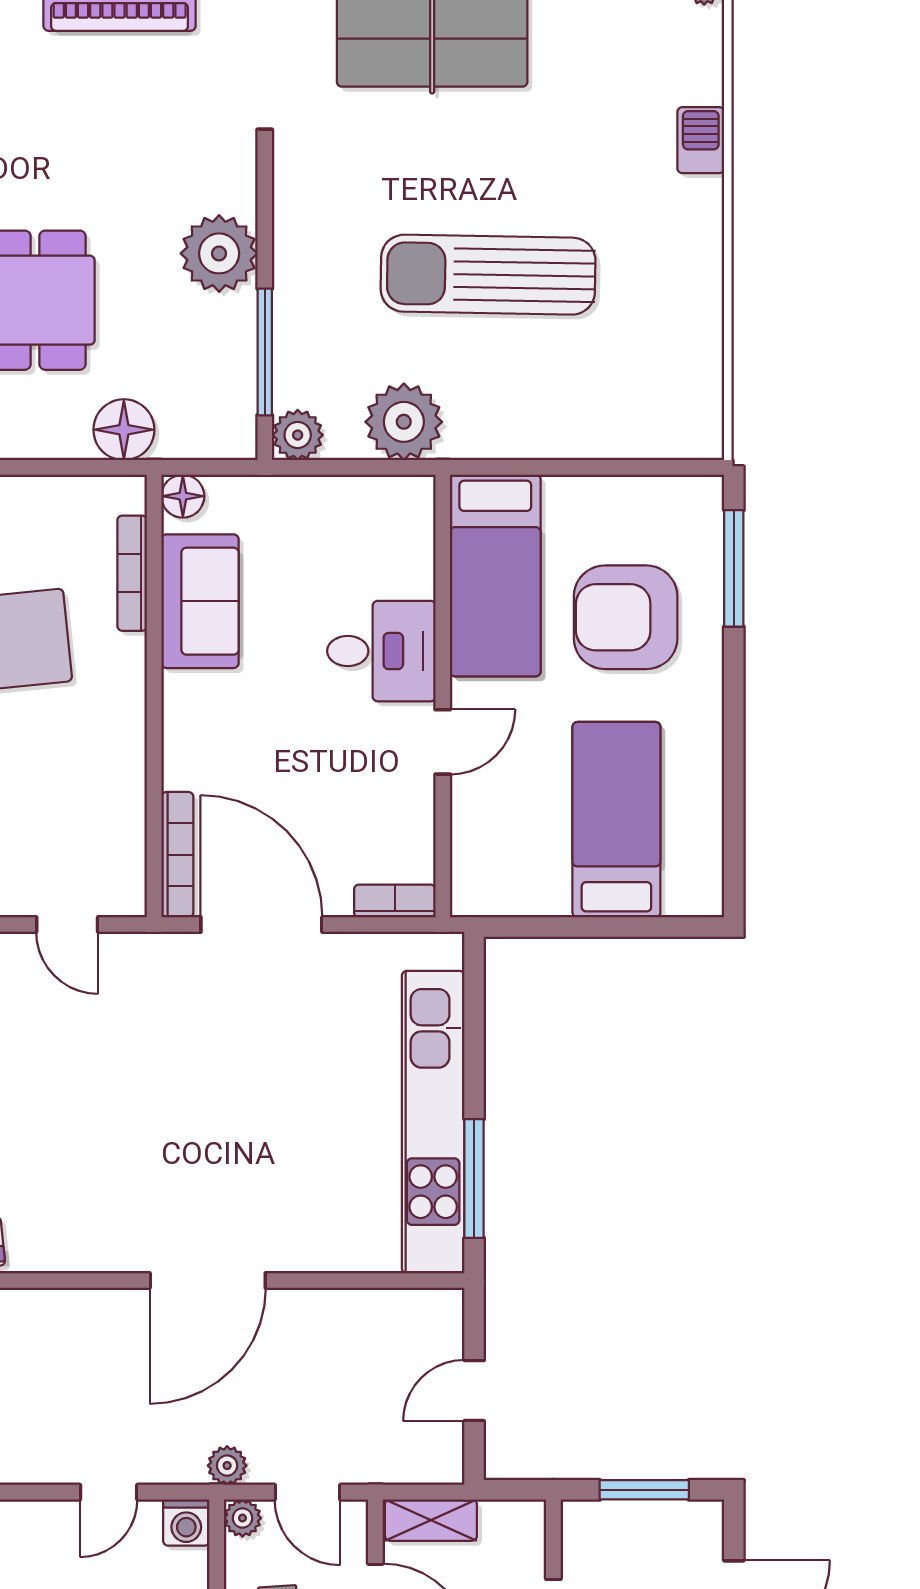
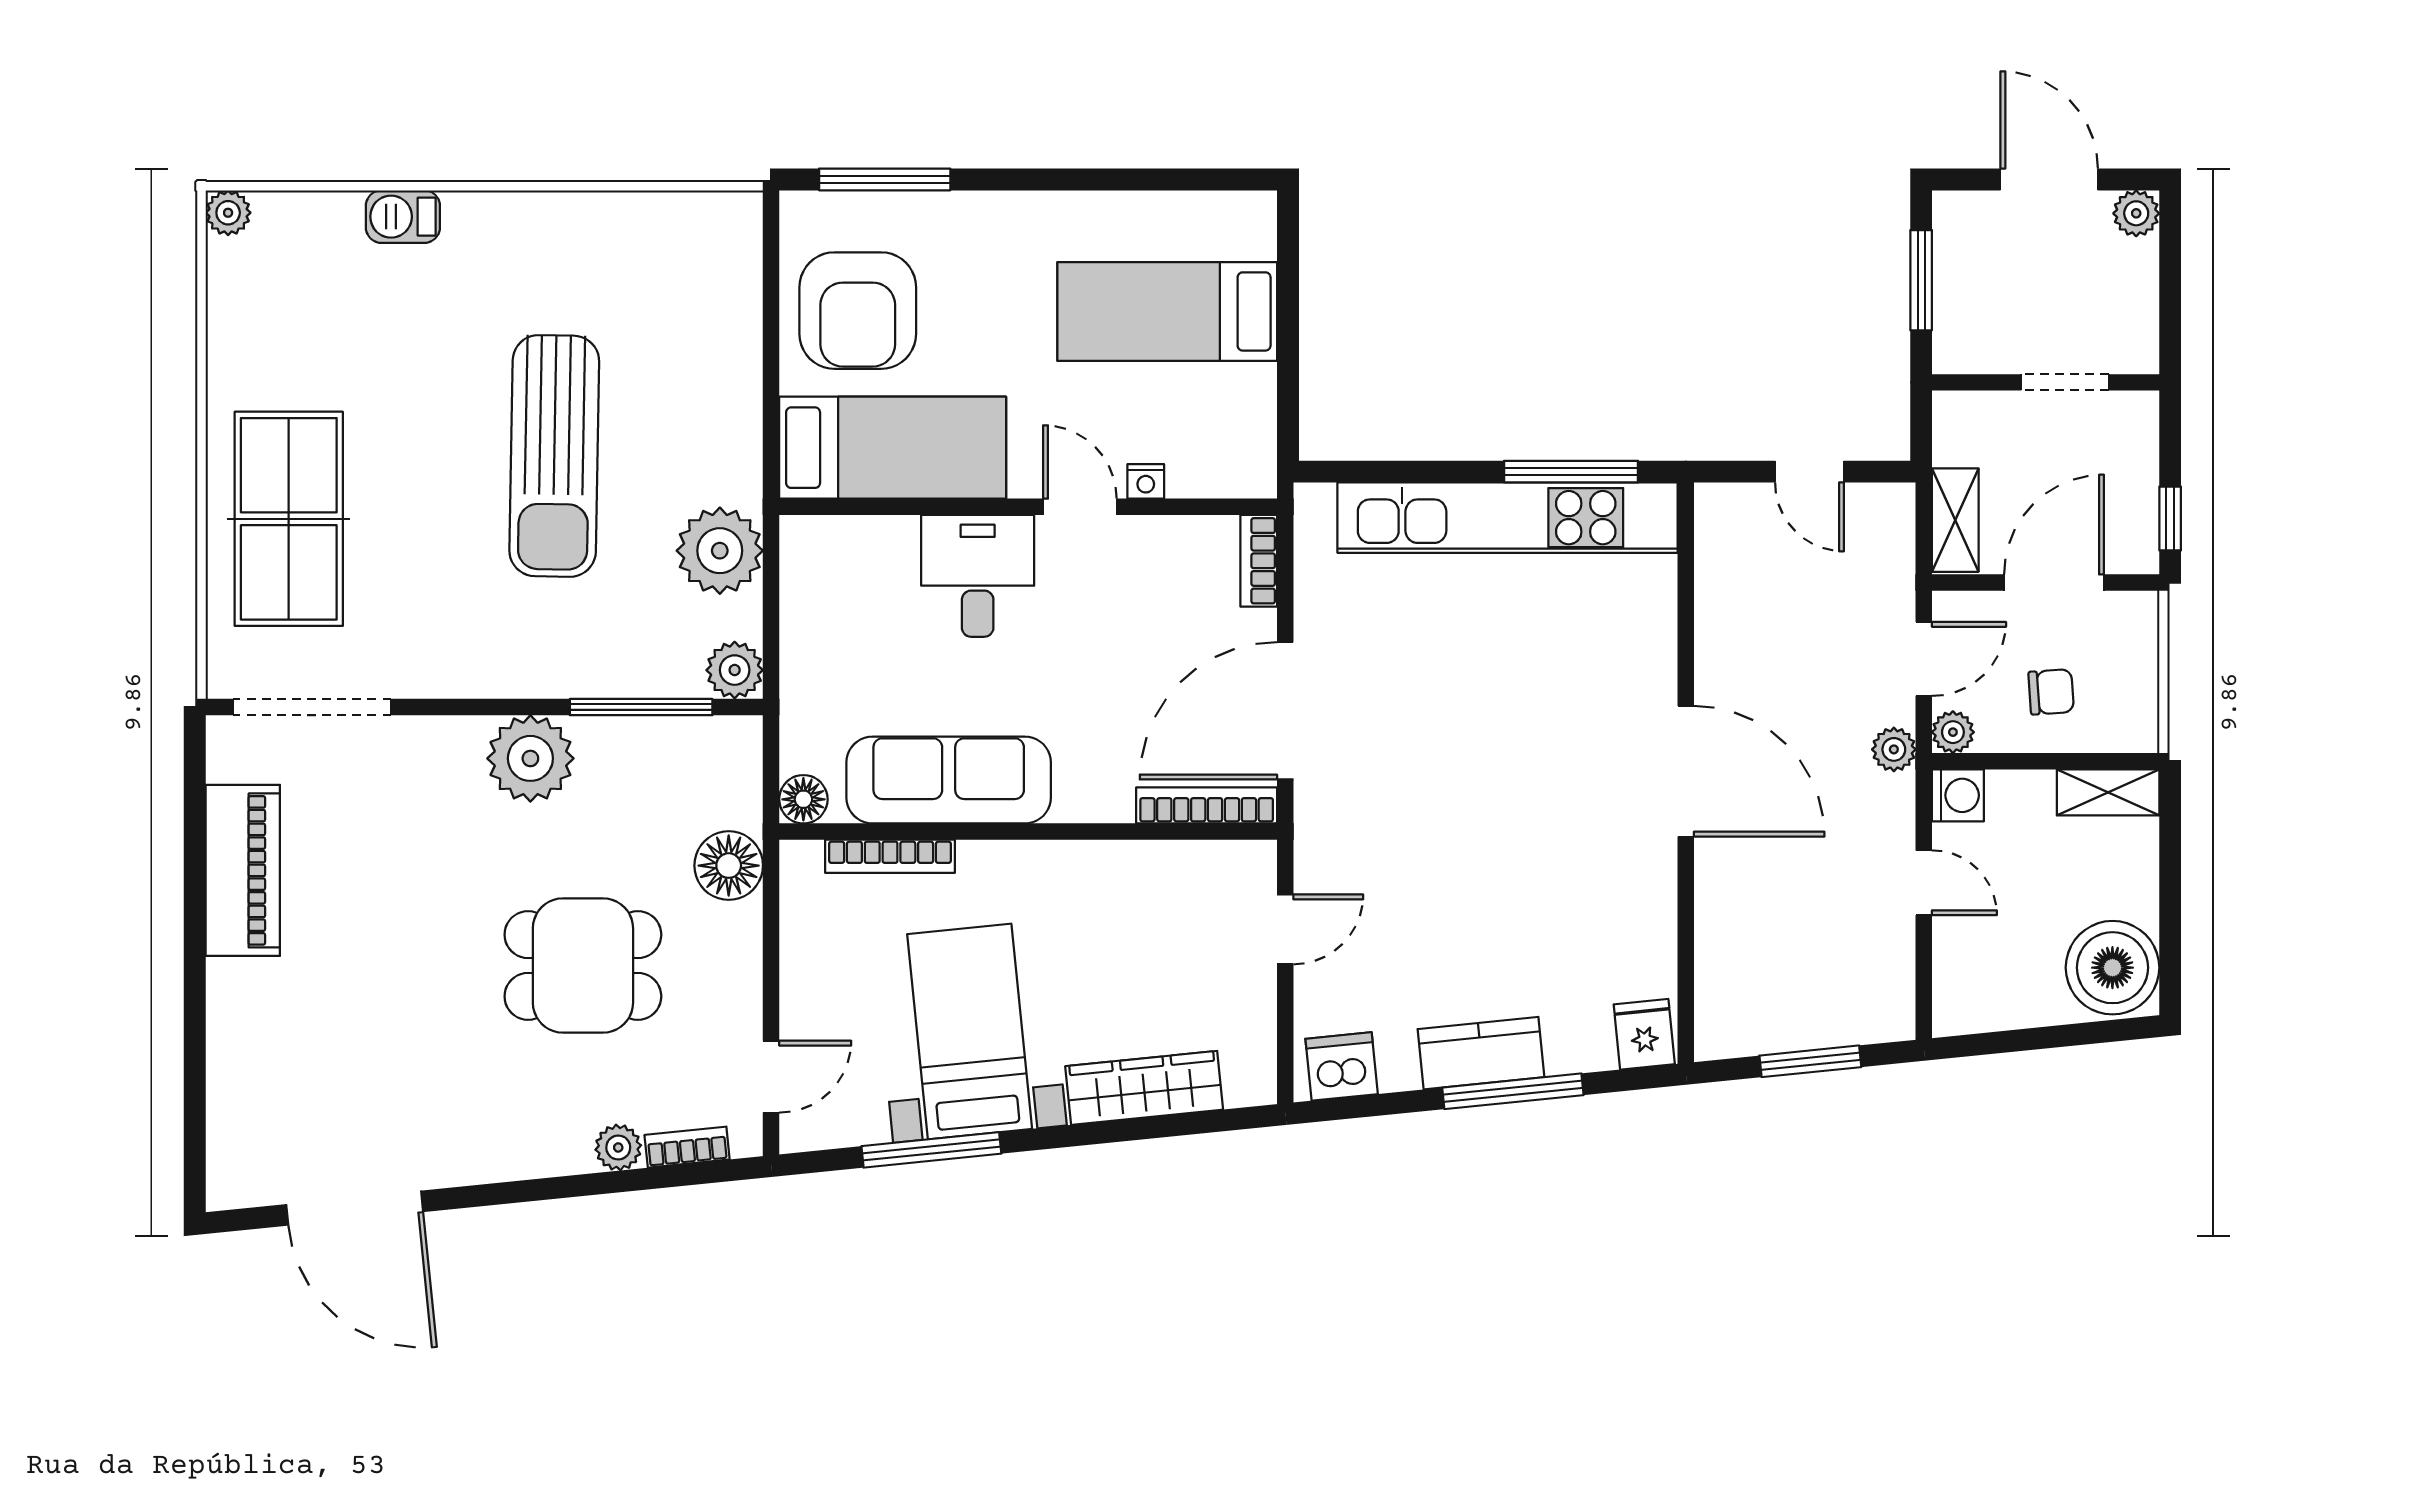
sofa: (200, 601) -> (949, 780), width x1.36
armchair: (626, 617) -> (858, 311), moved
nightstand: (465, 800) -> (1146, 481), added

